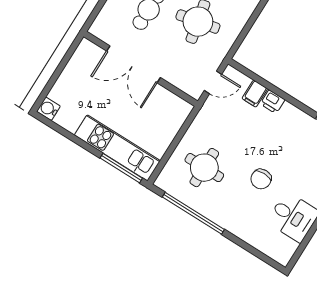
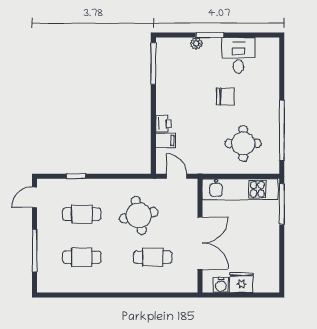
fridge: (69, 81) -> (241, 283), added
water cooler: (48, 109) -> (221, 285), moved
kitchen unit: (117, 148) -> (240, 189), moved, turned -90

